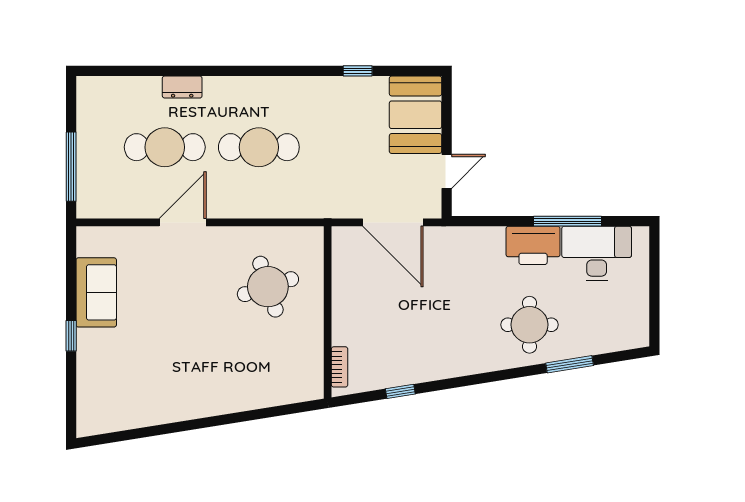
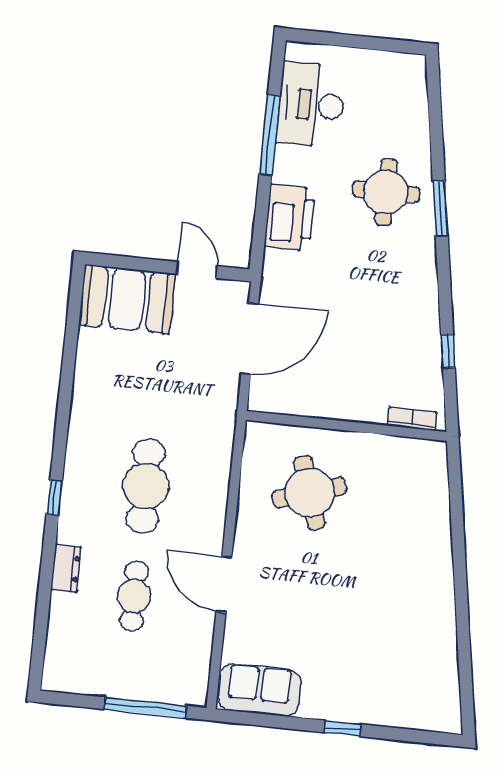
window: (358, 71) -> (54, 498), moved
cafe table: (165, 147) -> (134, 596), width x0.73, depth x0.74
printer: (533, 245) -> (290, 217), moved
sofa: (96, 292) -> (259, 690), moved
window: (570, 364) -> (440, 208), moved

